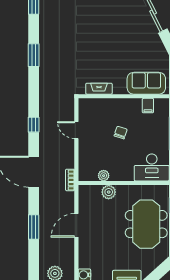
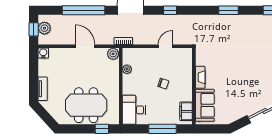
fireplace: (99, 89) -> (200, 77), moved
filing cabinet: (148, 106) -> (186, 111), width x2.00
plant: (109, 192) -> (113, 54), moved
window: (34, 227) -> (84, 10), width x2.11

